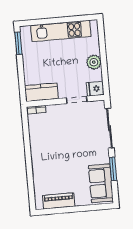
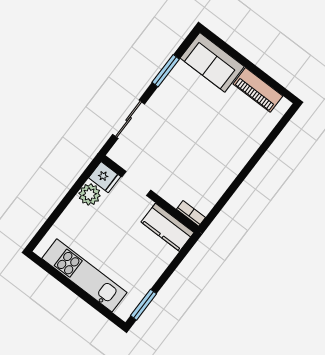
plant: (94, 62) -> (90, 194), moved
sliding door: (109, 128) -> (129, 119), width x0.73
sofa: (101, 183) -> (212, 62), moved, turned 90

